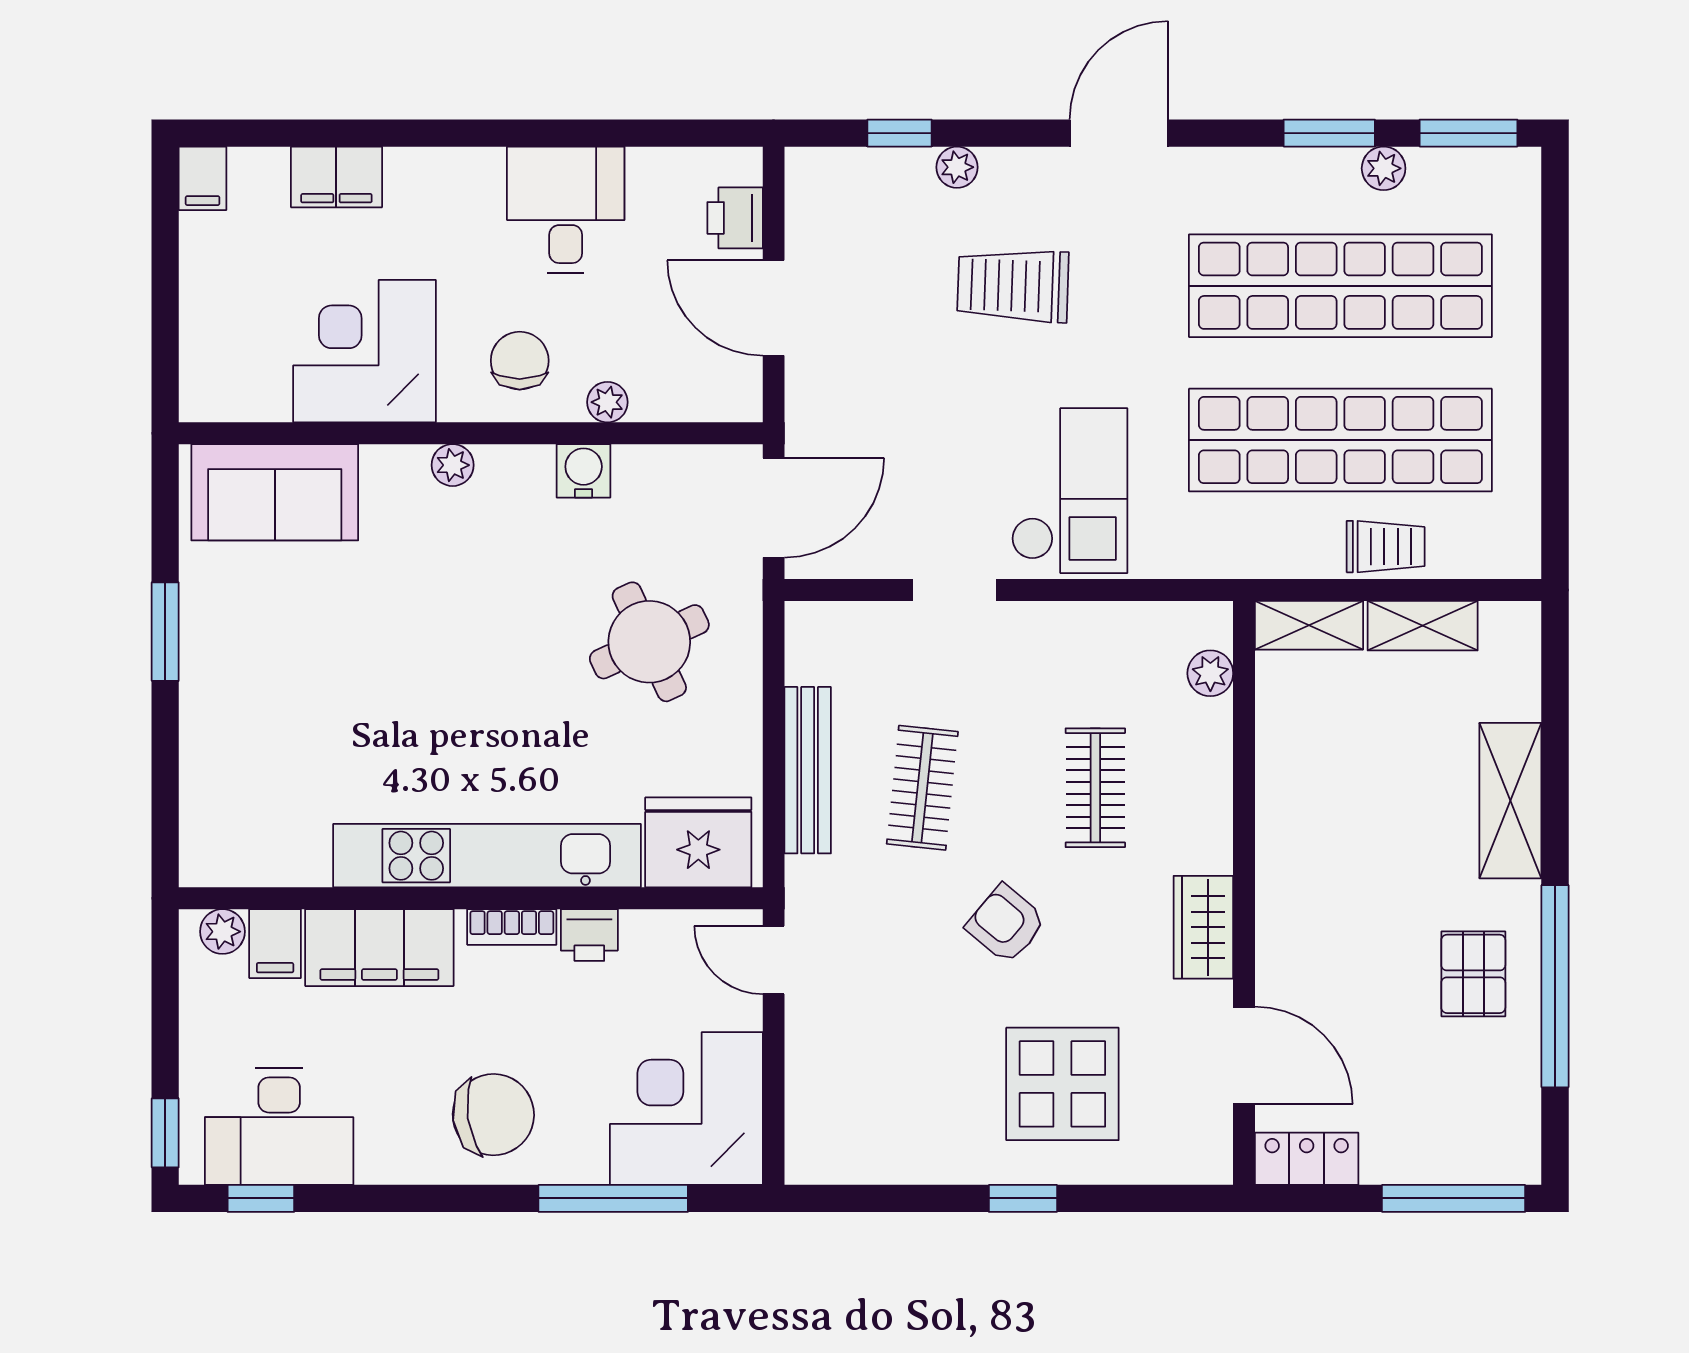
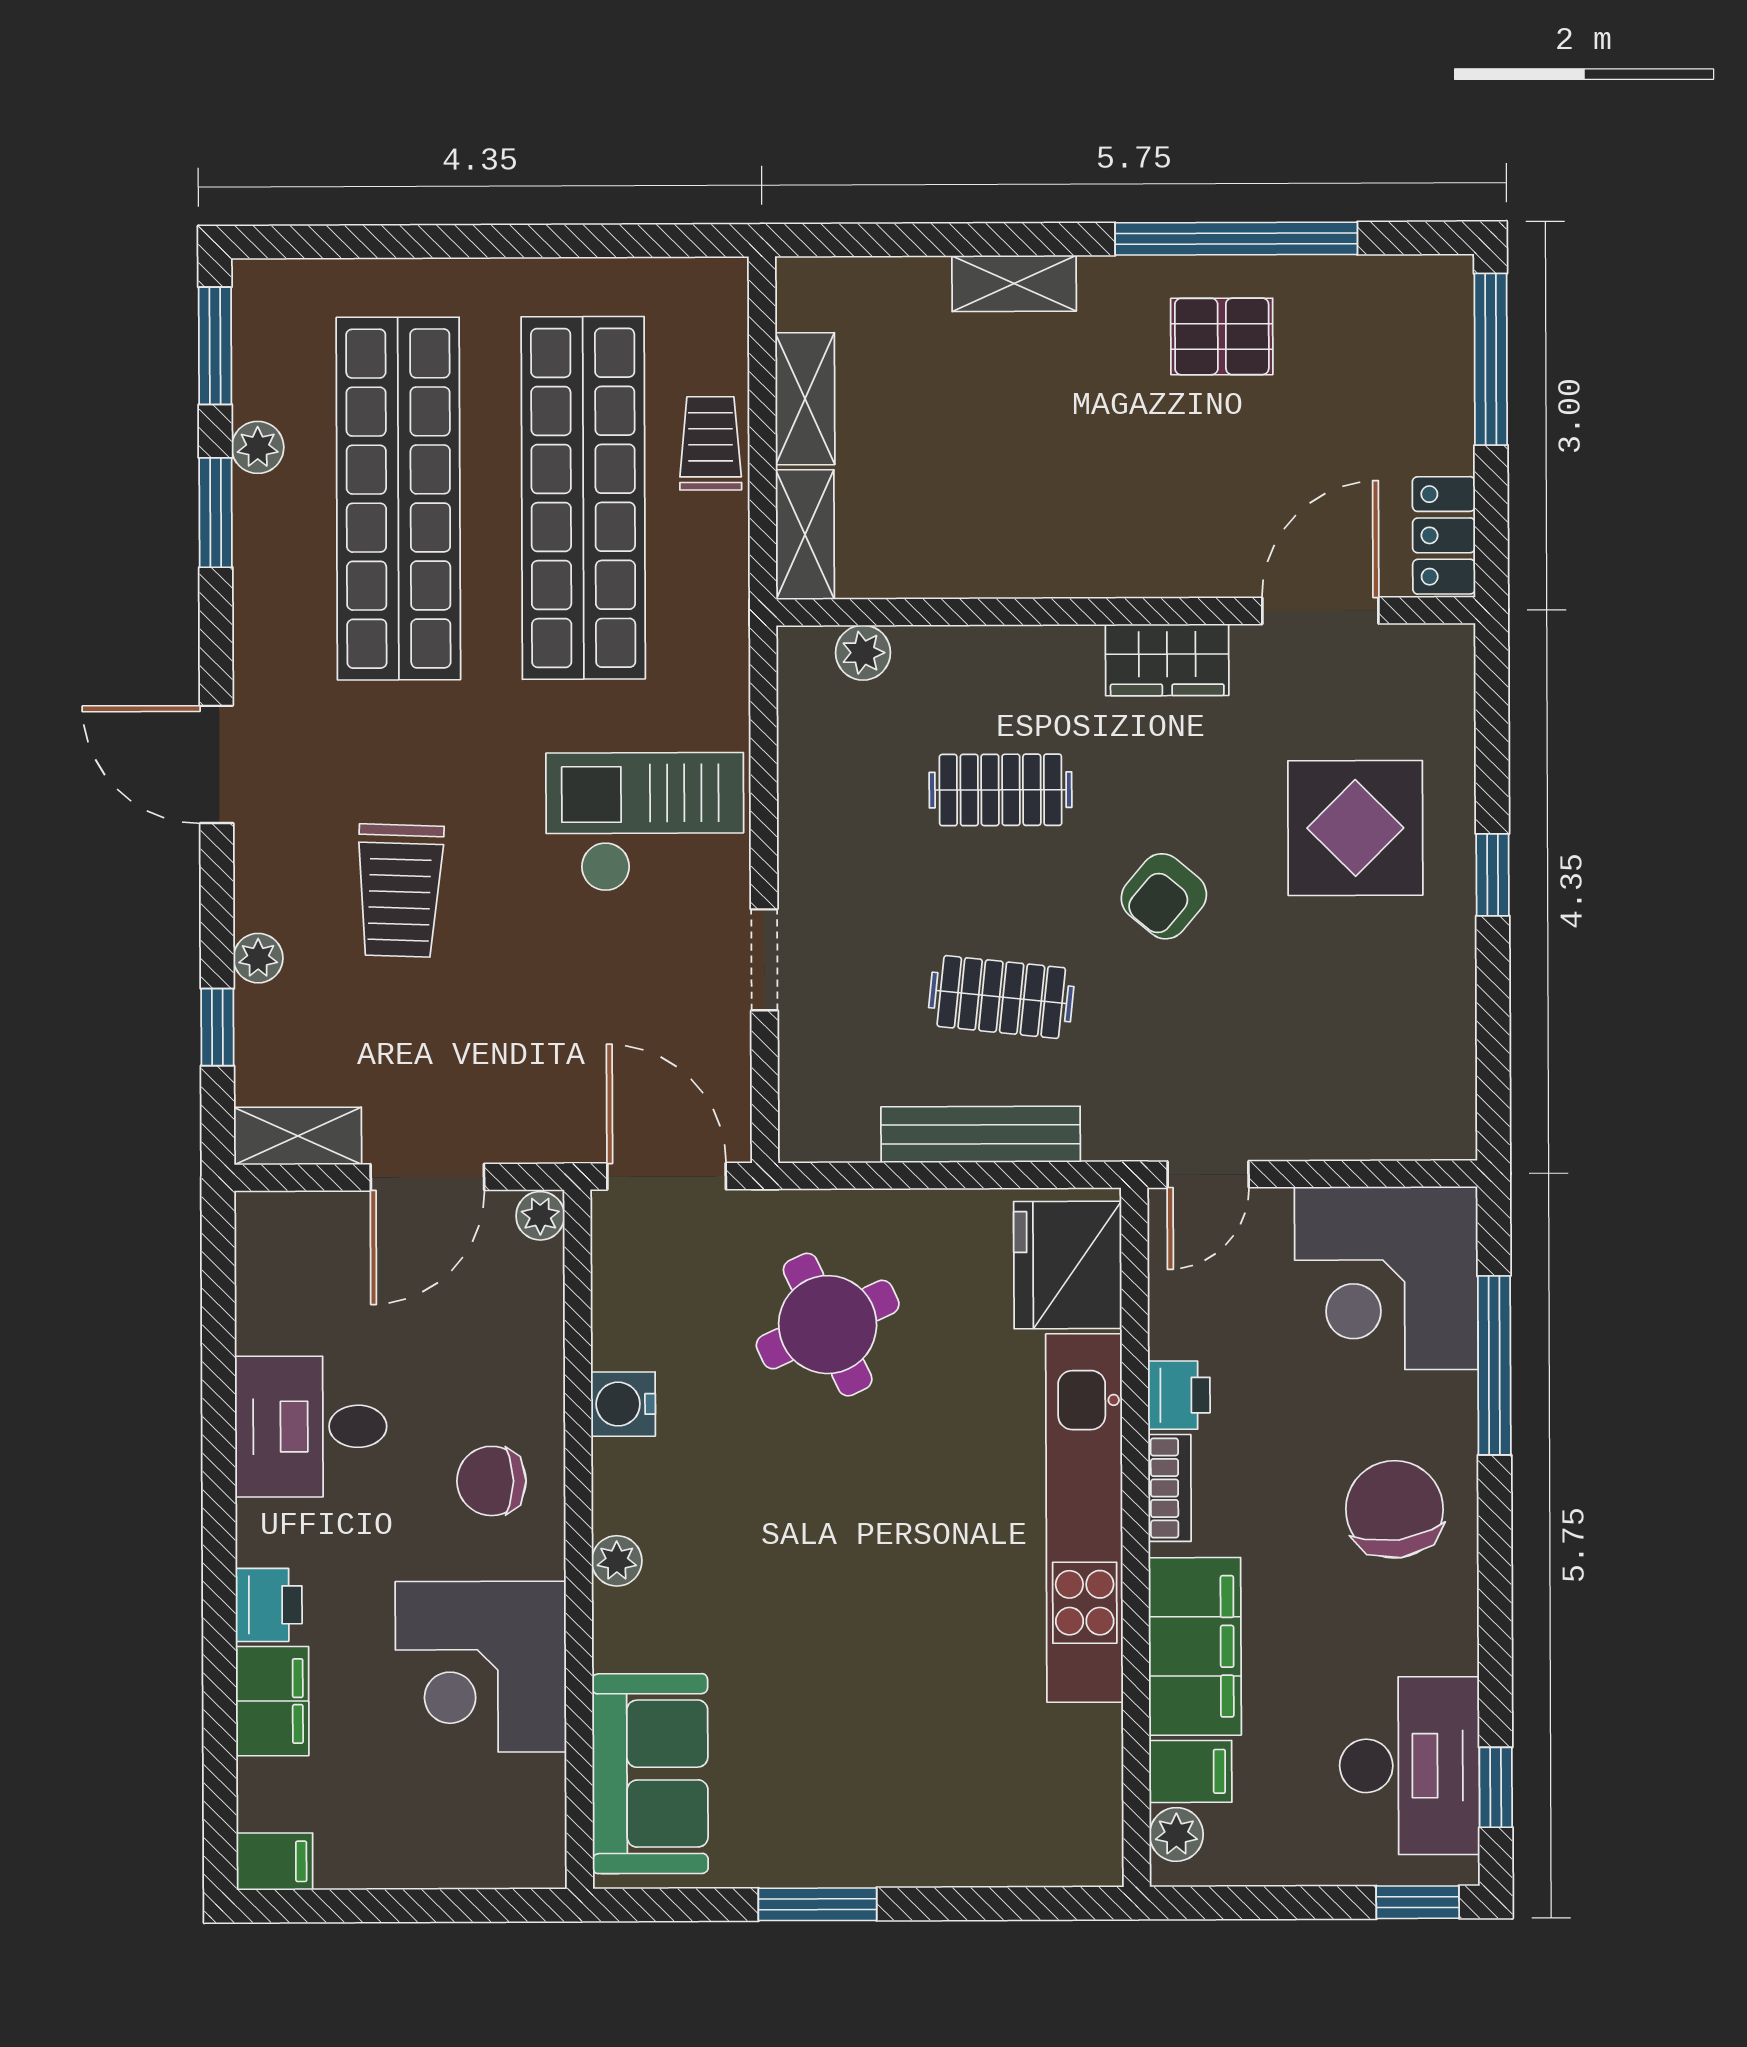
shelving: (808, 200) -> (298, 1136), added
printer: (735, 218) -> (269, 1605), moved, turned -90
plant: (607, 402) -> (540, 1216), moved
shelving: (1510, 801) -> (1014, 284), width x0.67, depth x0.75

